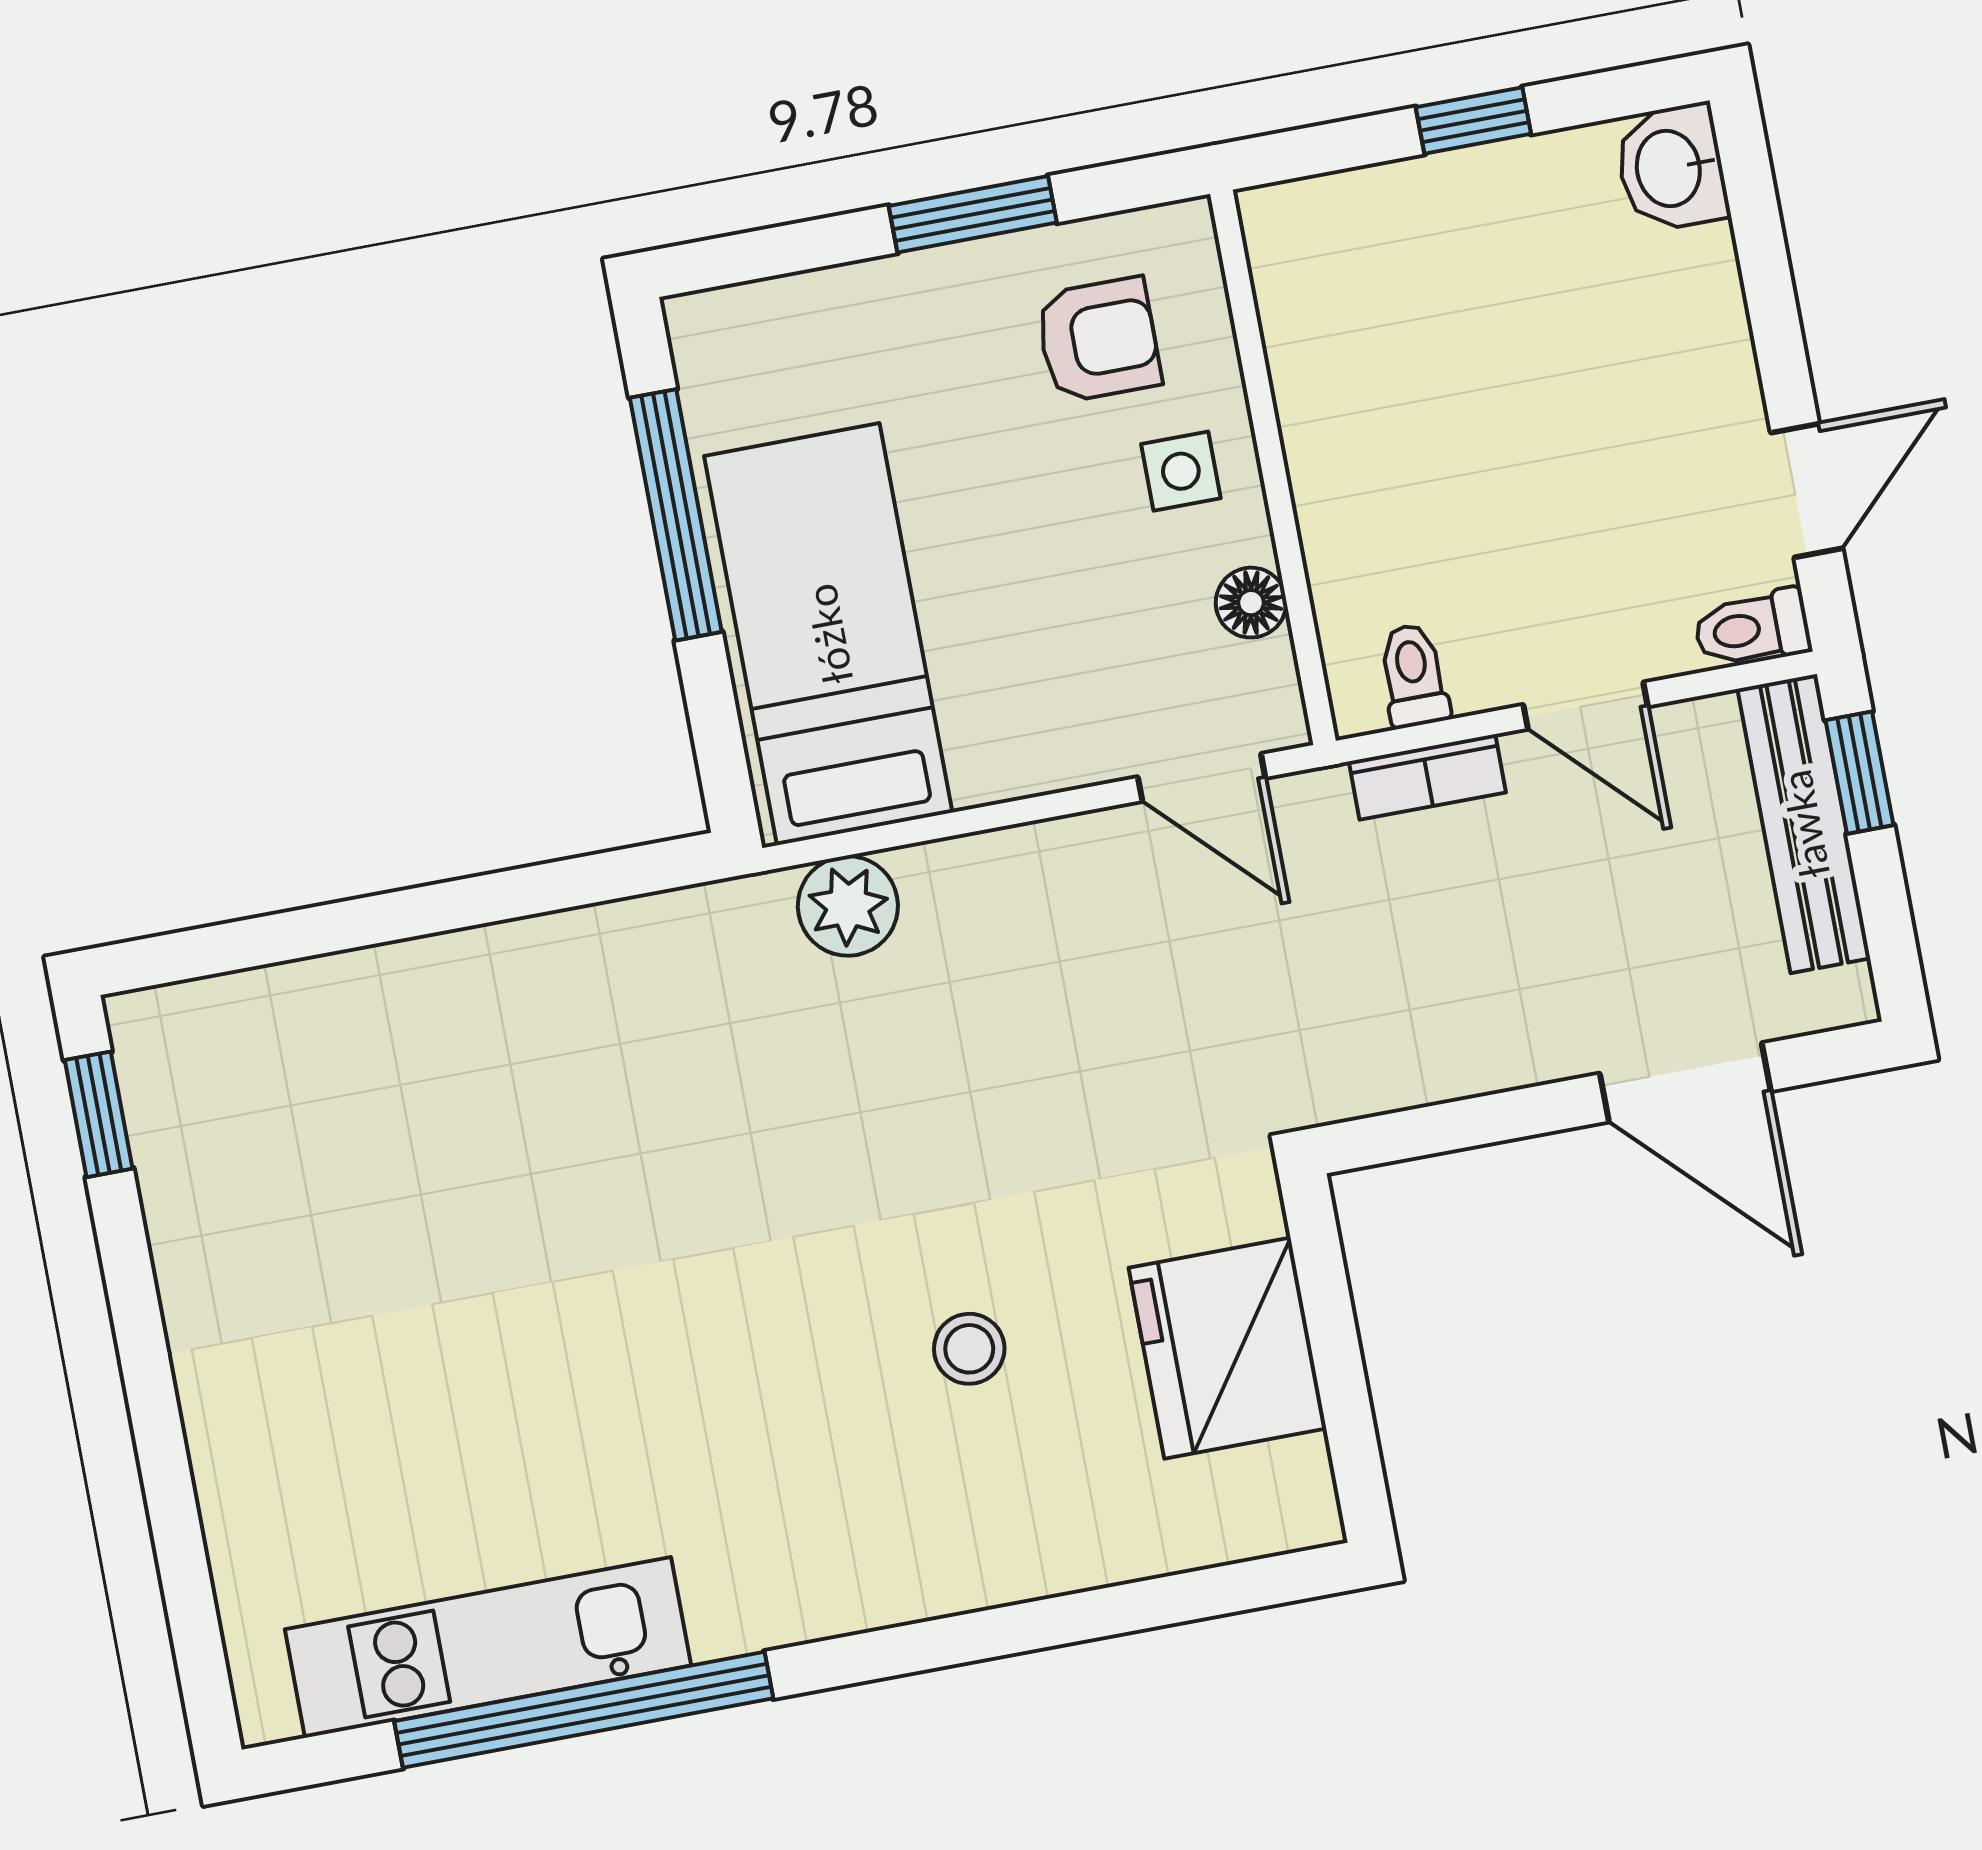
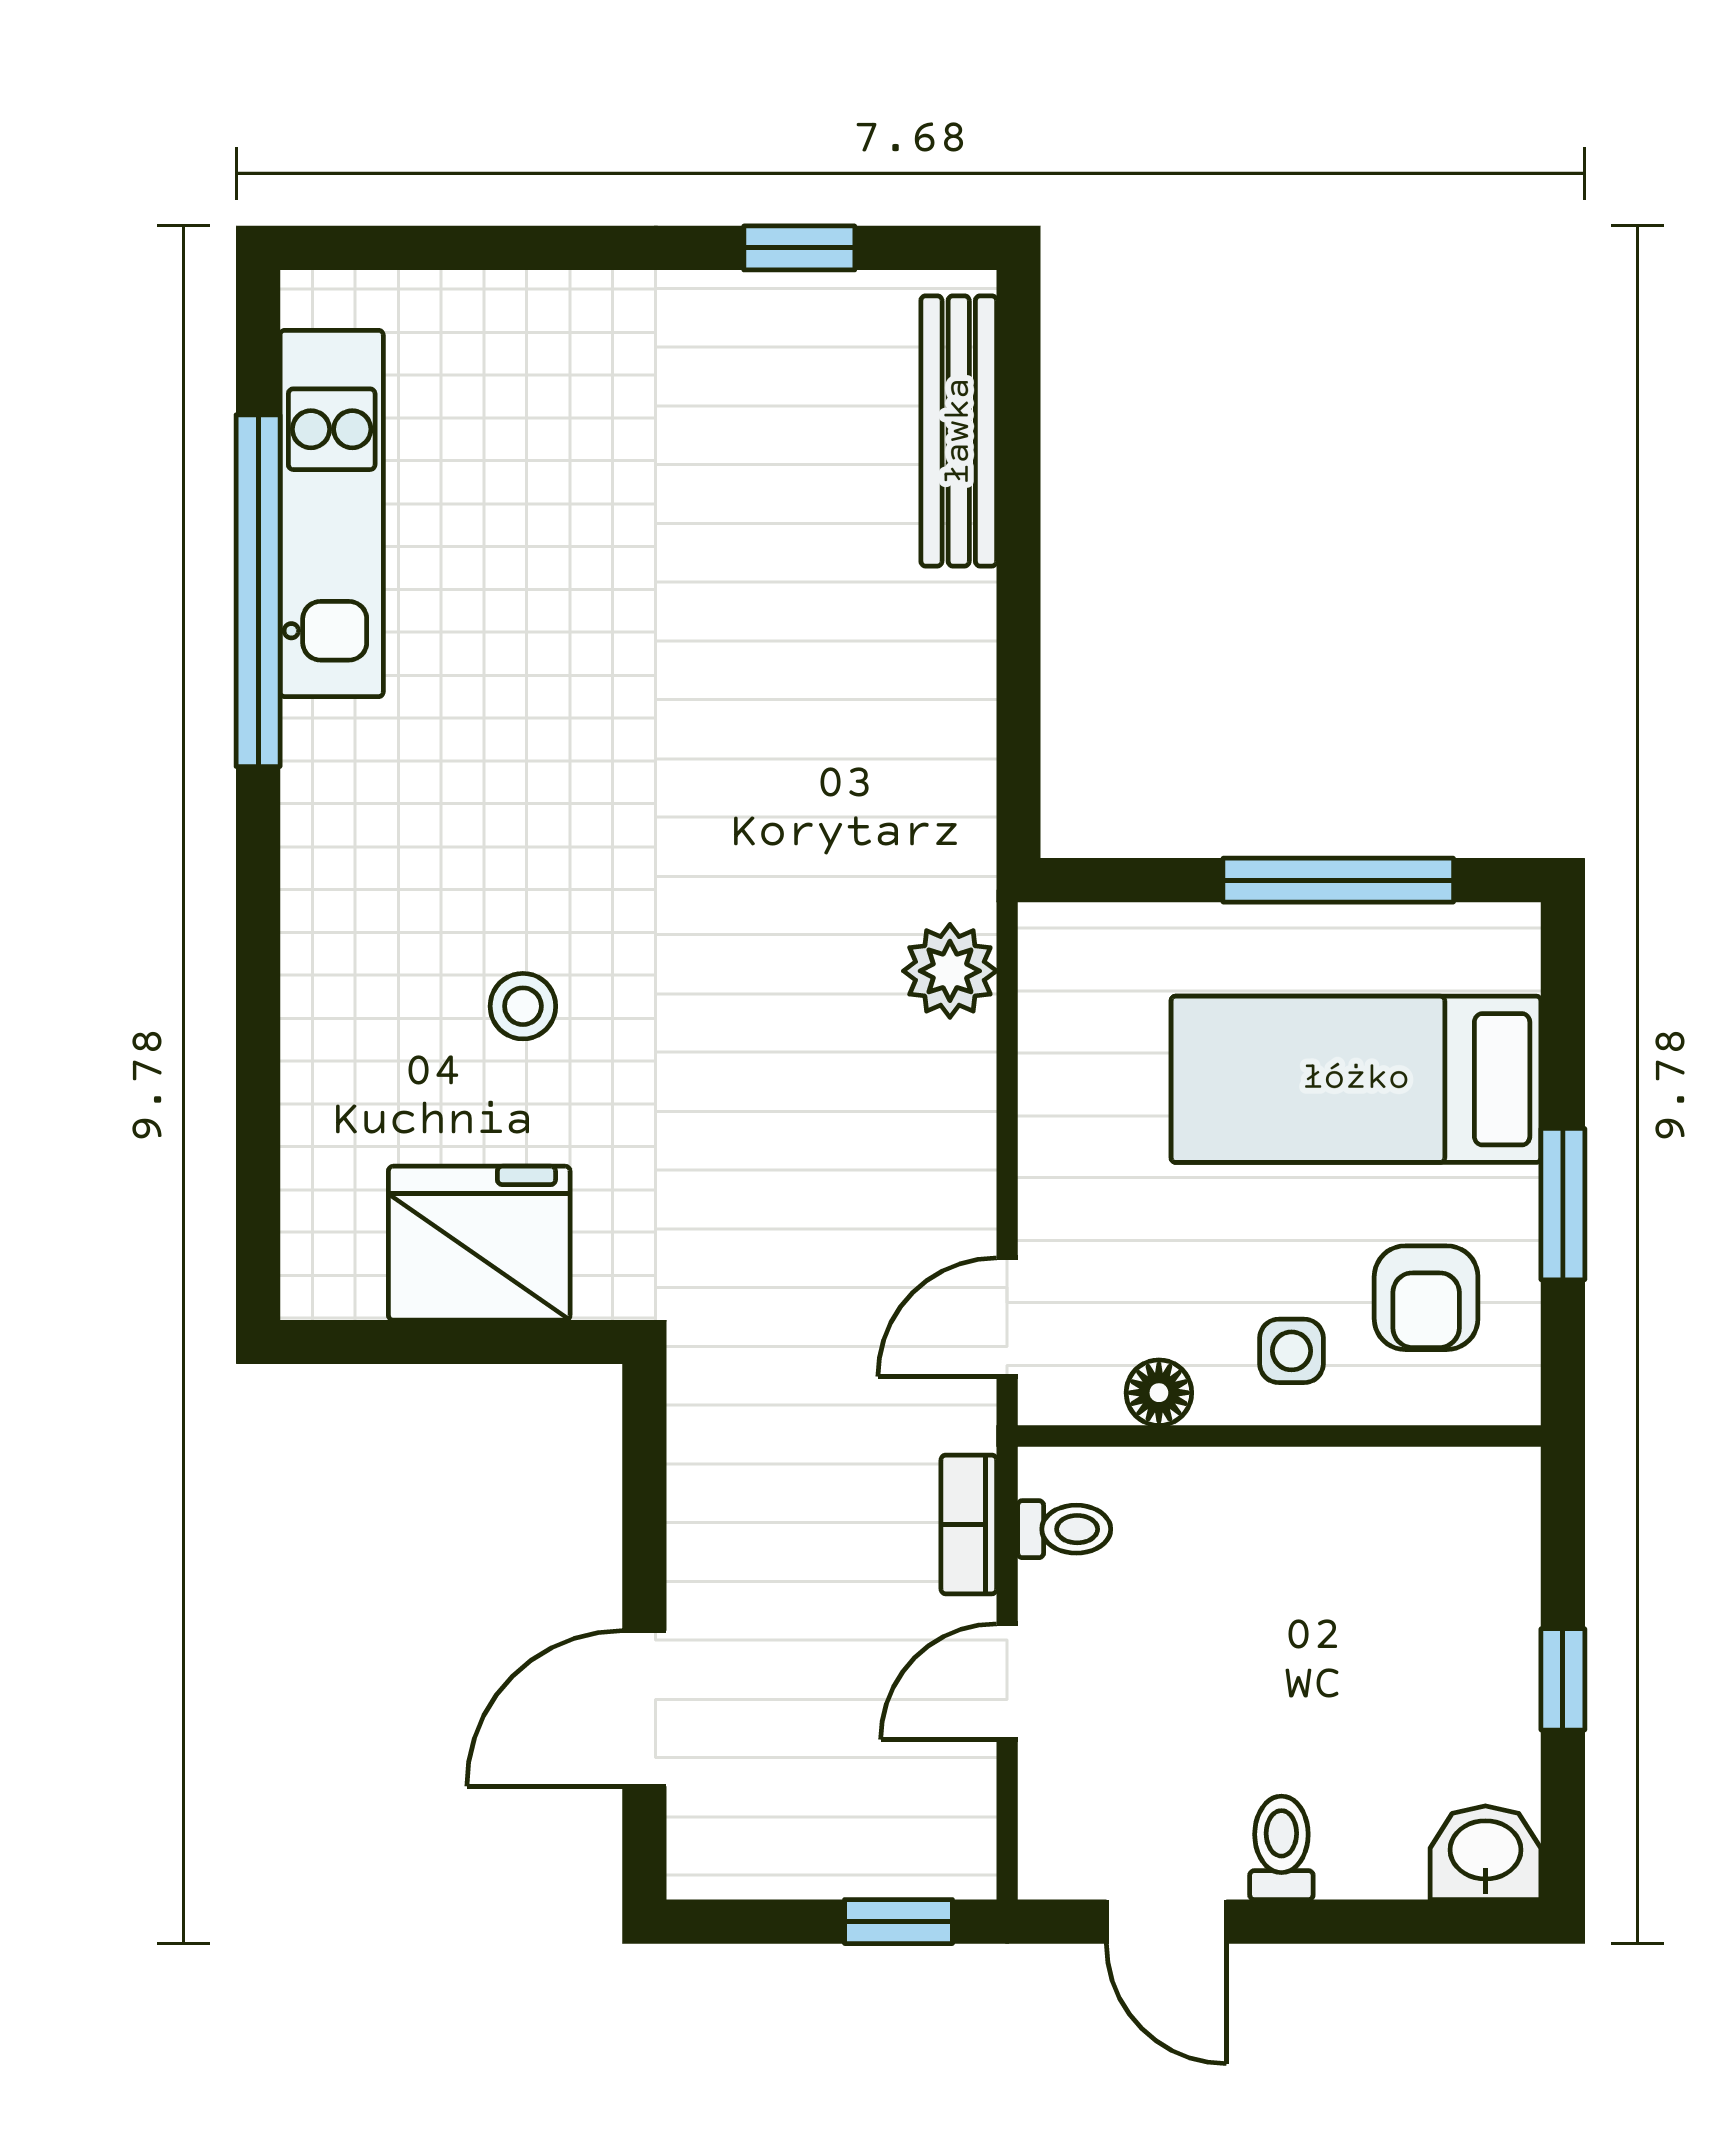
toilet: (1752, 628) -> (1281, 1848), moved
bed: (828, 634) -> (1356, 1079), moved, turned 180
bench: (1804, 824) -> (959, 431), moved, turned 90
window: (99, 1114) -> (799, 248), moved

